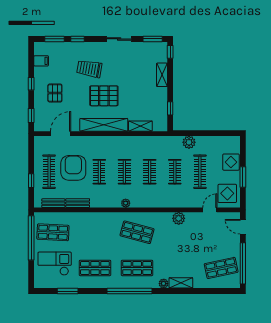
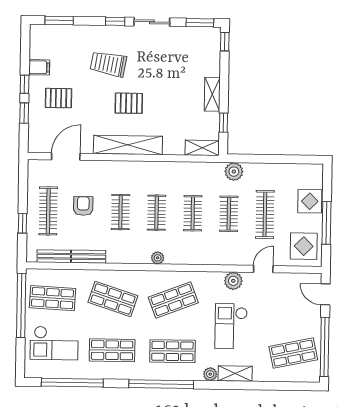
window: (78, 39) -> (115, 21), moved
filing cabinet: (41, 61) -> (39, 67), moved
shelving: (162, 75) -> (212, 94), moved
pallet: (55, 93) -> (58, 98), turned 90
pallet: (104, 96) -> (129, 103), width x0.67, depth x0.71
window: (31, 115) -> (24, 113), moved
shelving: (140, 126) -> (202, 148), moved
plant: (189, 142) -> (234, 172), moved
armchair: (73, 168) -> (83, 206), width x0.53, depth x0.53
window: (243, 177) -> (327, 223), width x1.44
door: (210, 210) -> (263, 269), moved
shop shelf: (95, 232) -> (113, 299), added
shop shelf: (137, 232) -> (173, 300), turned -36
checkout: (178, 250) -> (231, 326), added
checkout: (55, 264) -> (54, 343), turned 180
window: (68, 291) -> (72, 383), width x2.11

